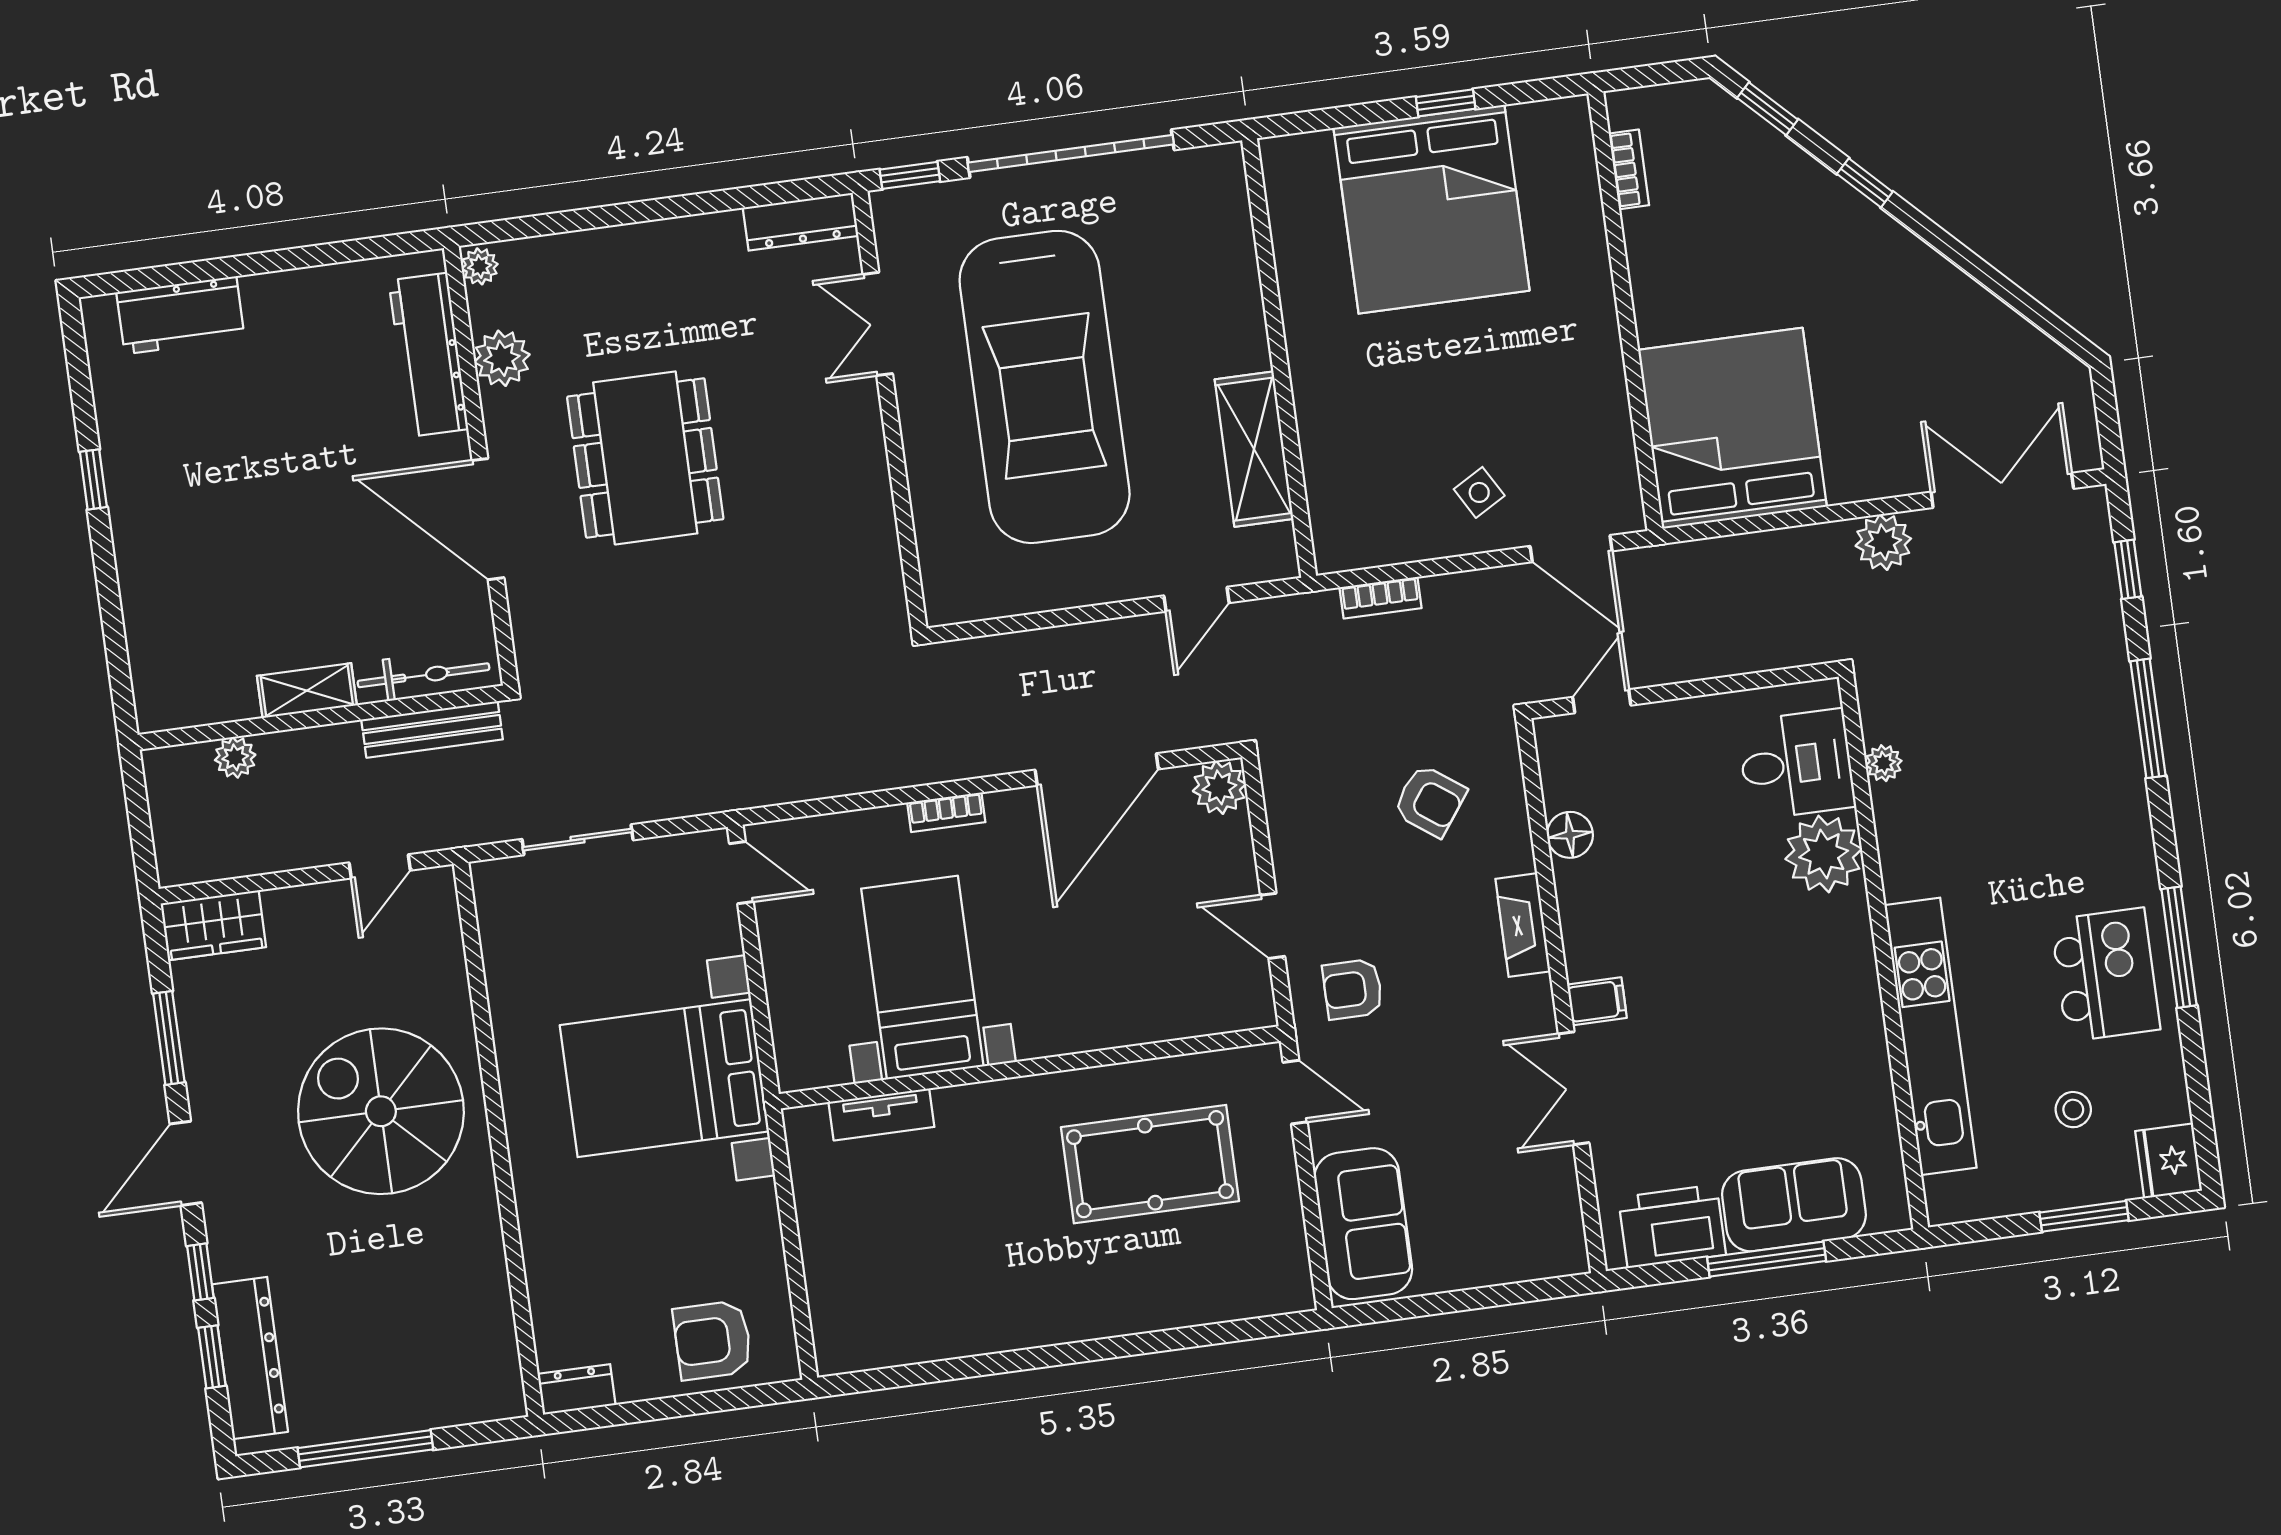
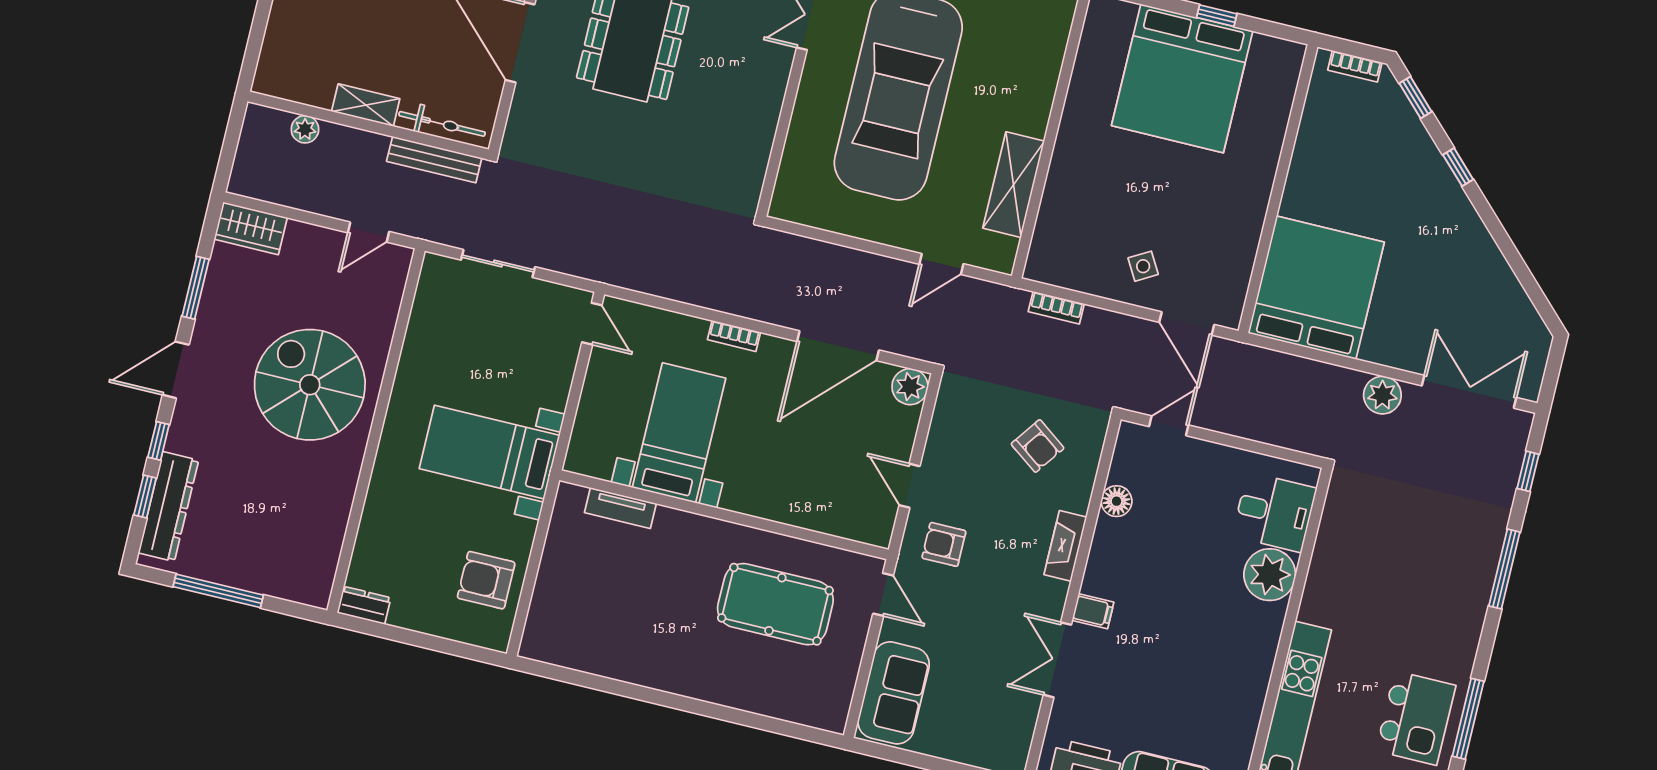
bookcase: (1629, 169) -> (1355, 66), moved, turned 90
plant: (1884, 763) -> (1329, 533), removed
bed with nightstands: (664, 1078) -> (490, 452), width x0.73
armchair: (713, 1340) -> (486, 580), moved

